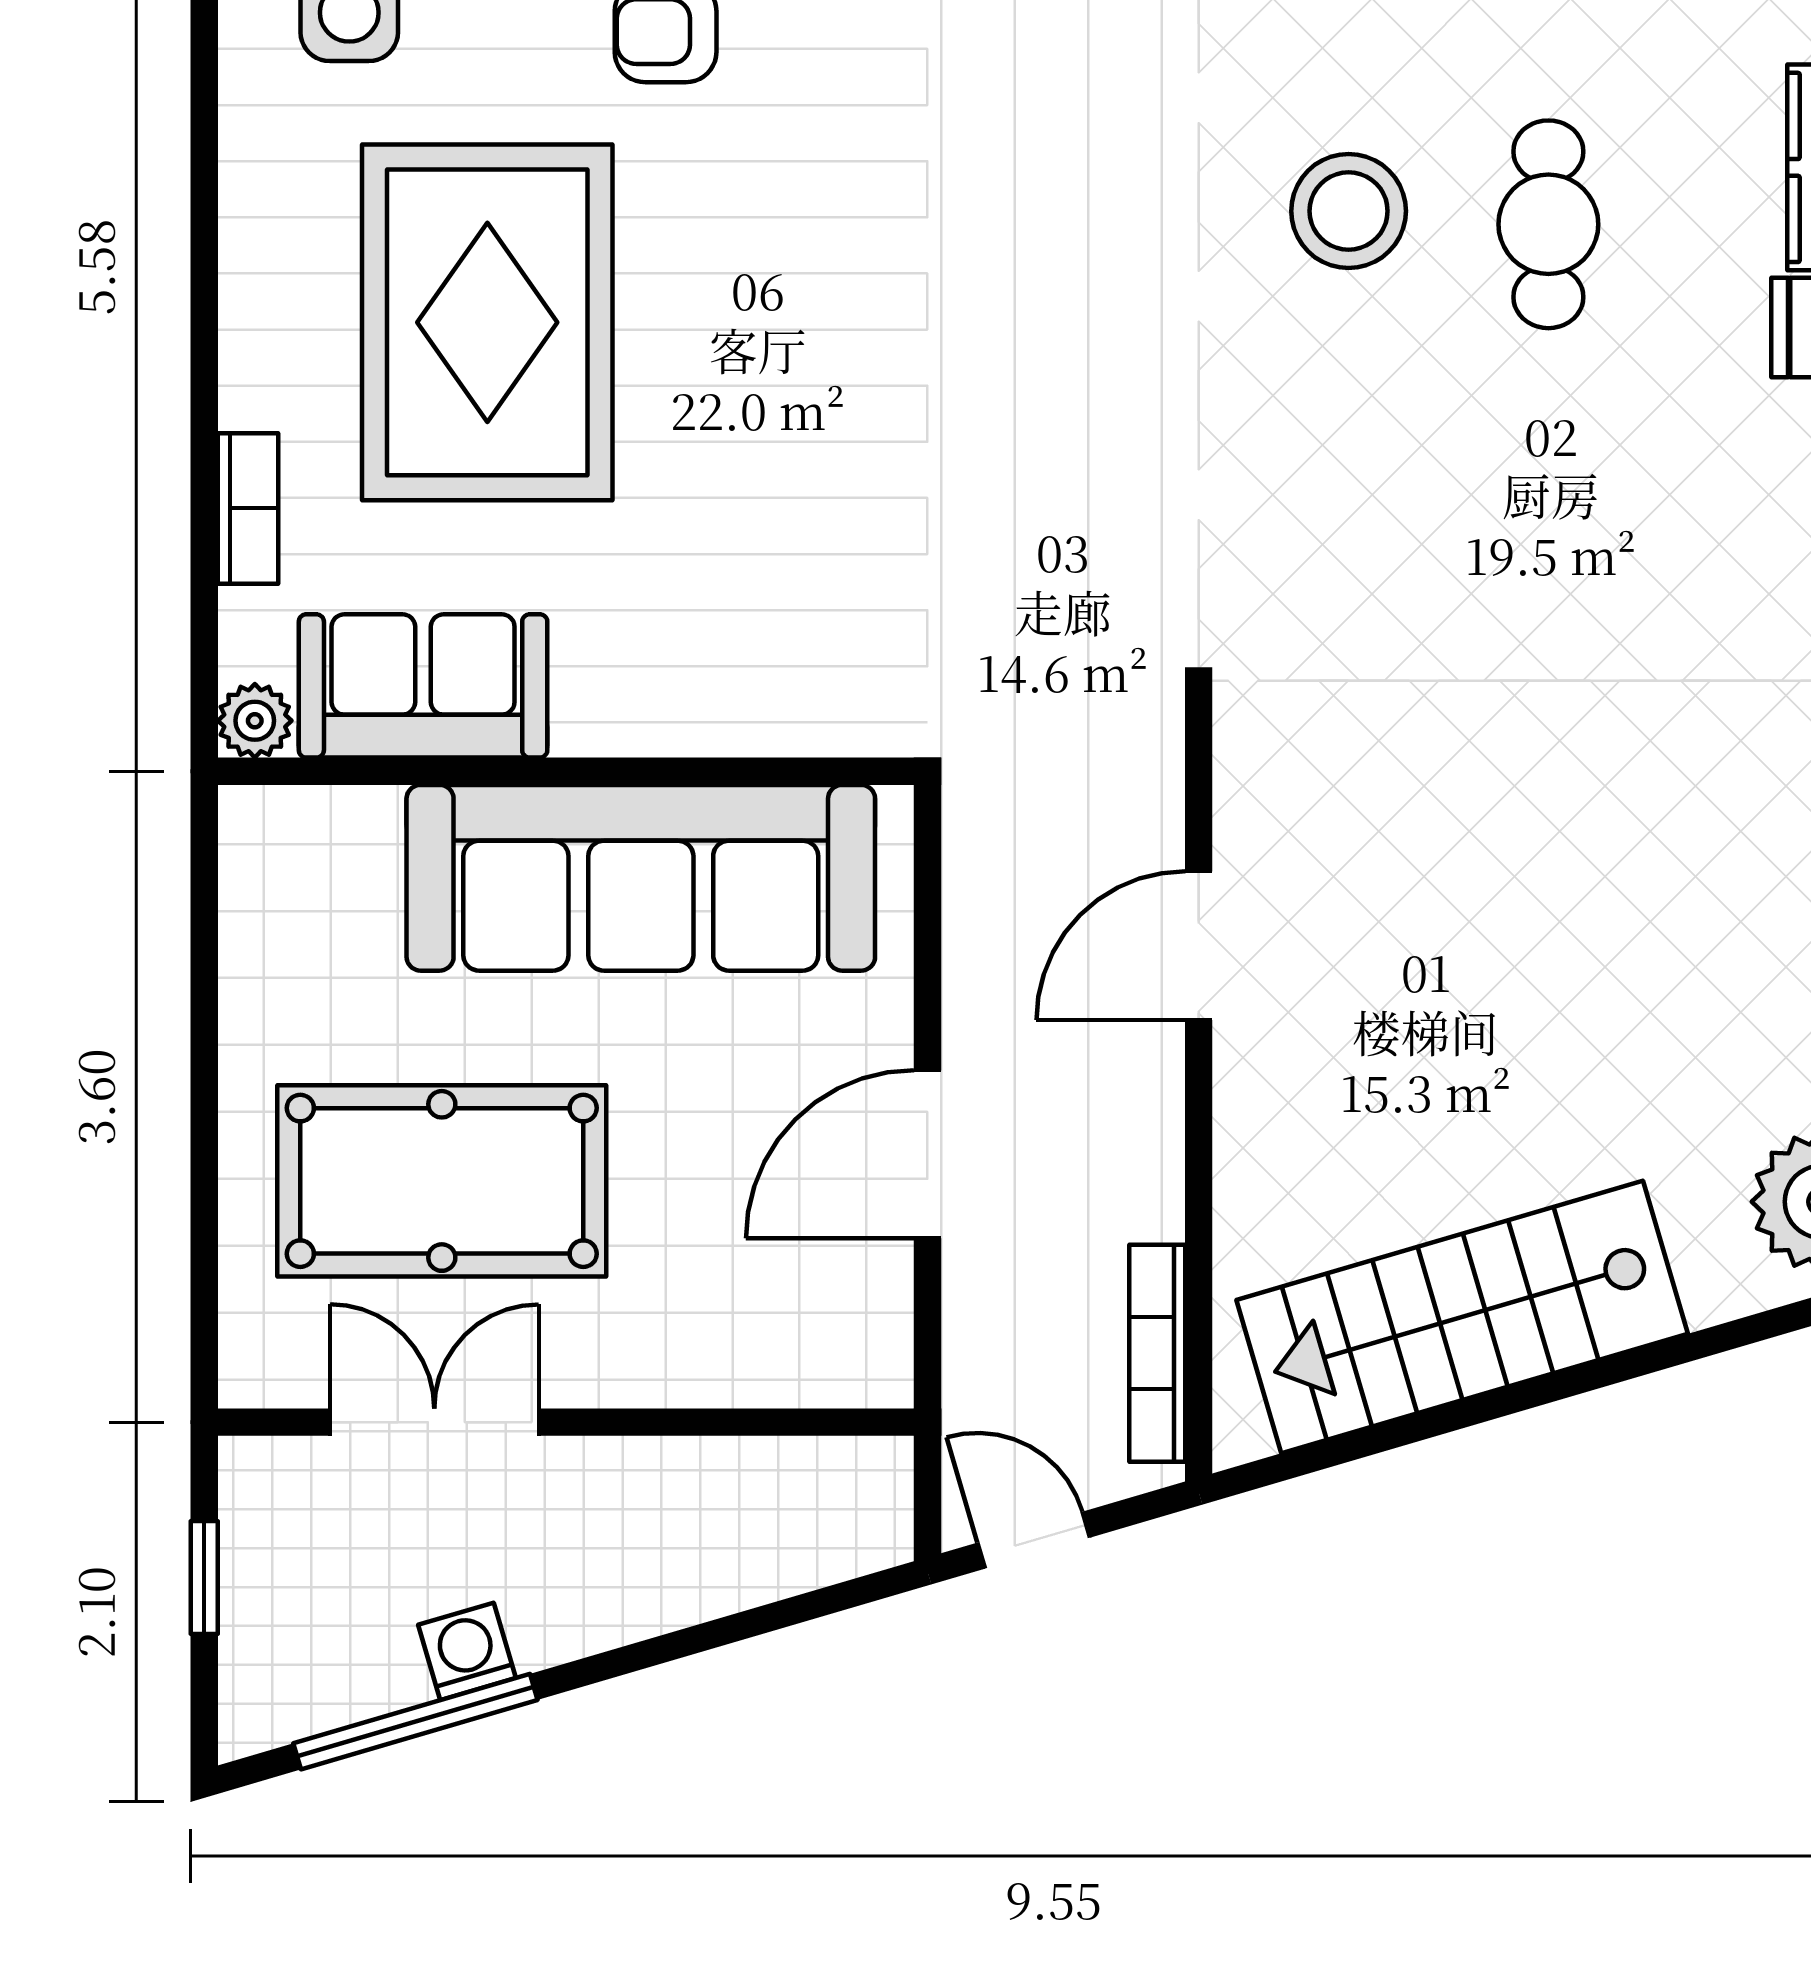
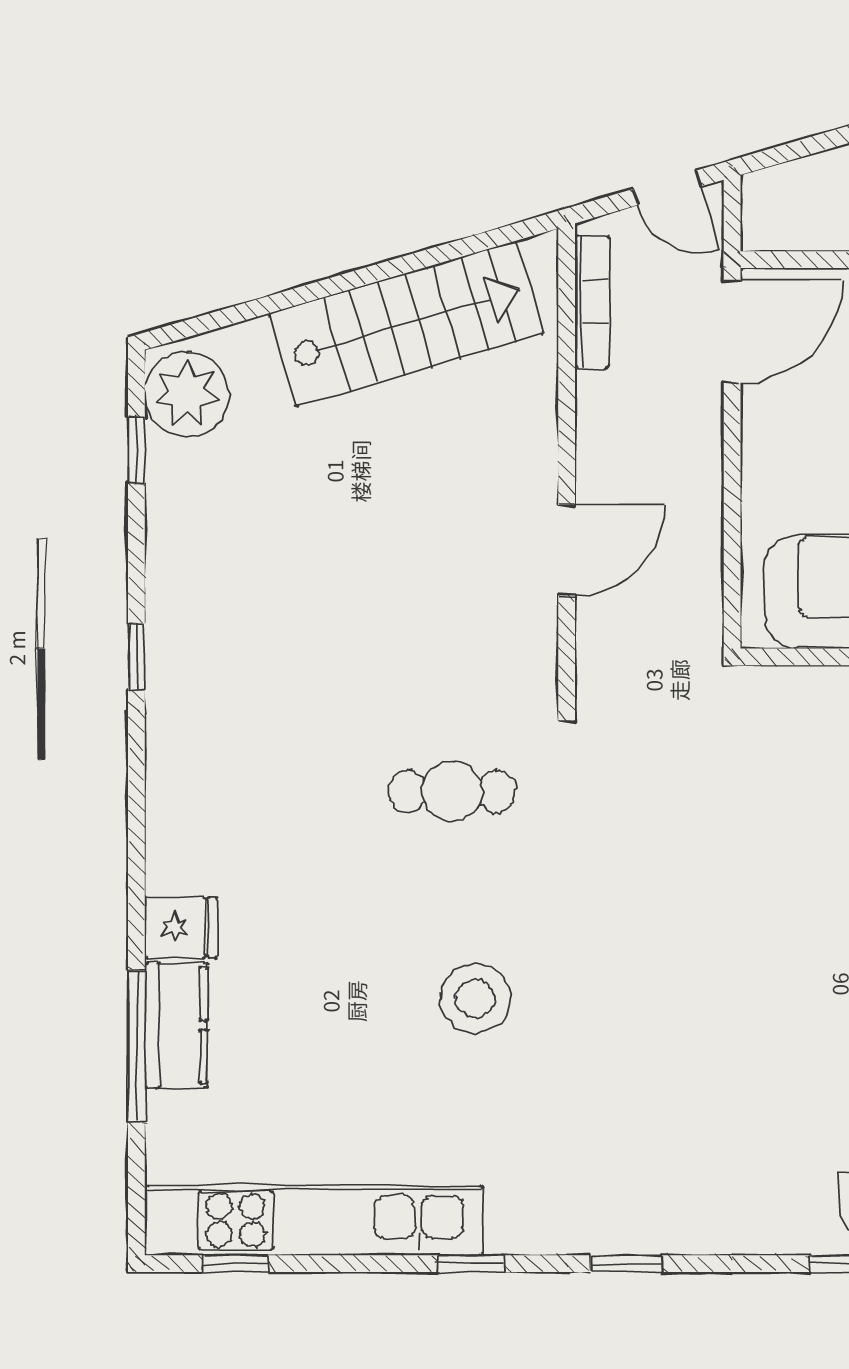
cafe table: (1548, 224) -> (452, 791), moved, turned 90
door: (927, 1154) -> (732, 332), moved

